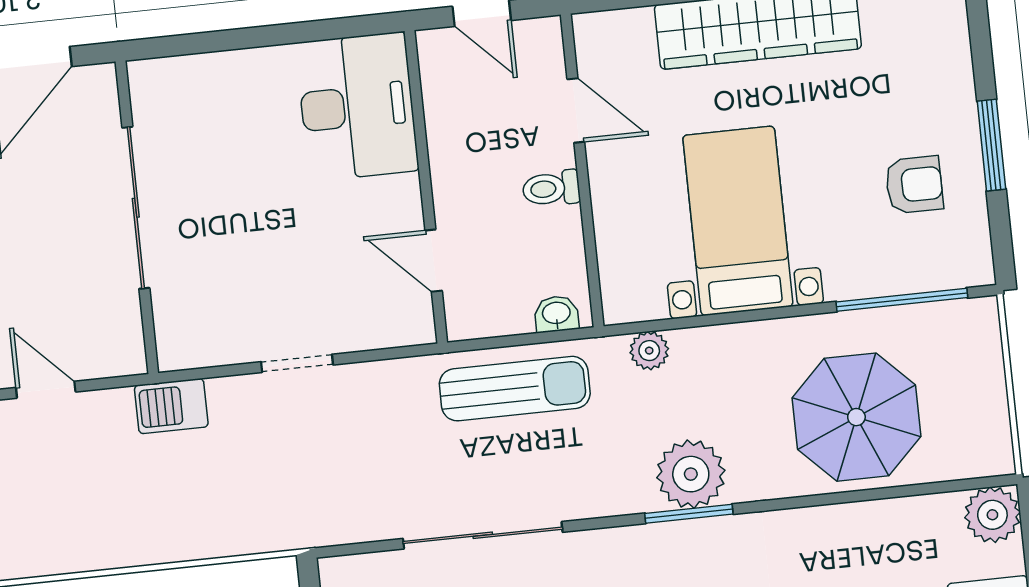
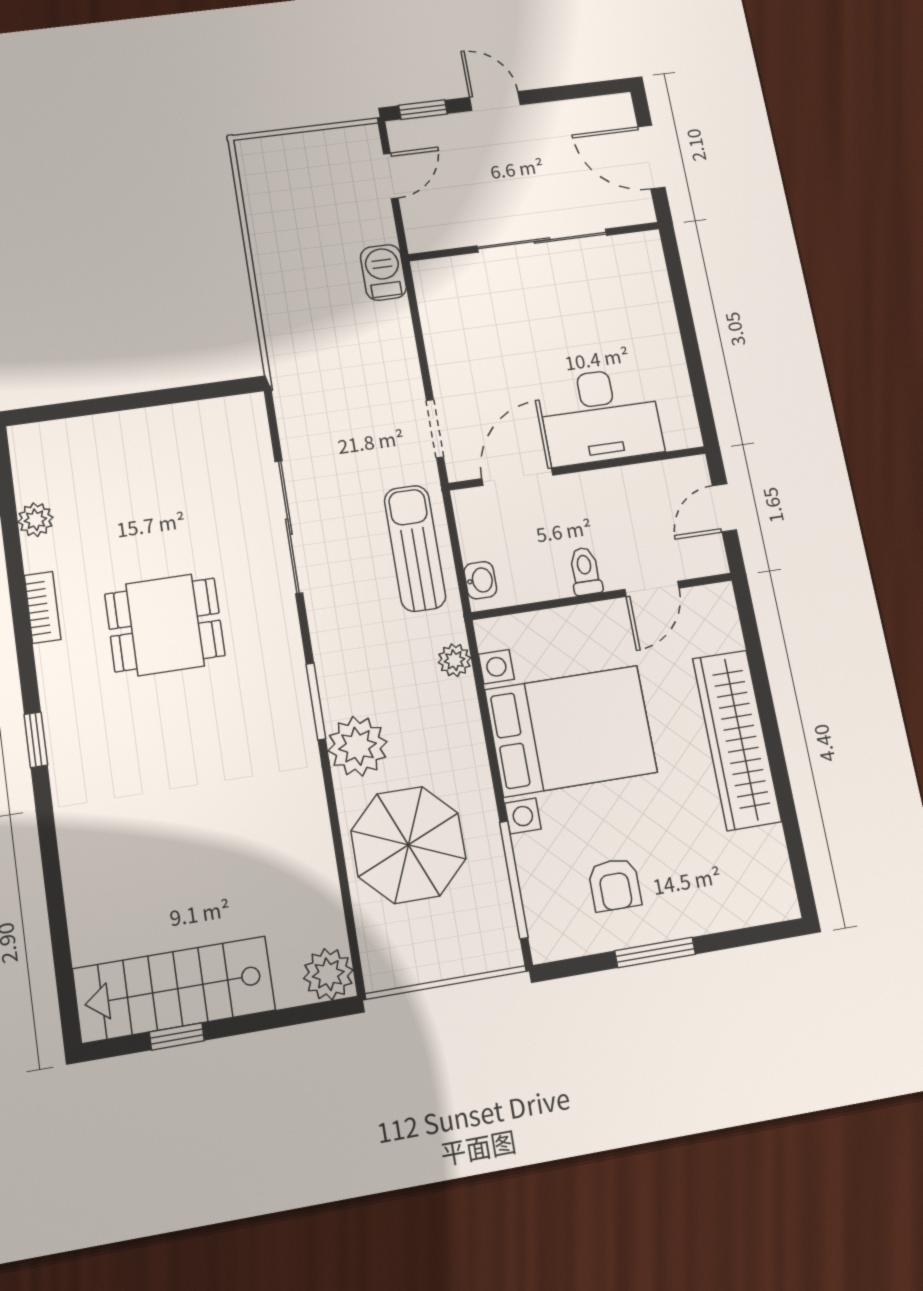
desk: (357, 107) -> (600, 416), moved
bed with nightstands: (738, 221) -> (571, 731), width x1.36
door: (434, 261) -> (517, 477), width x1.38
doorway: (297, 363) -> (435, 429), moved
sun lounger: (515, 389) -> (415, 548), turned 180
plant: (691, 474) -> (358, 746), moved

